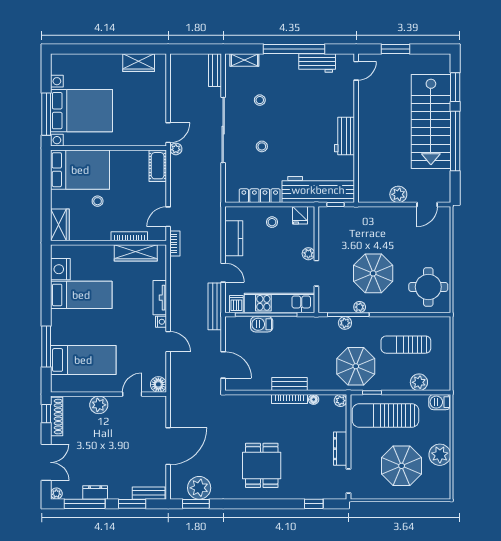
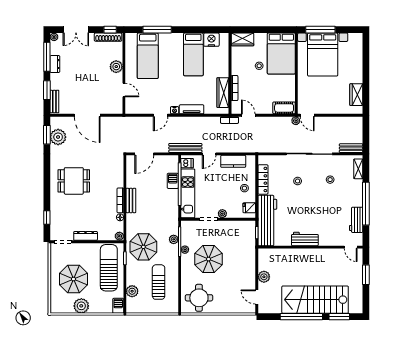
floor lamp: (158, 384) -> (131, 108), removed

